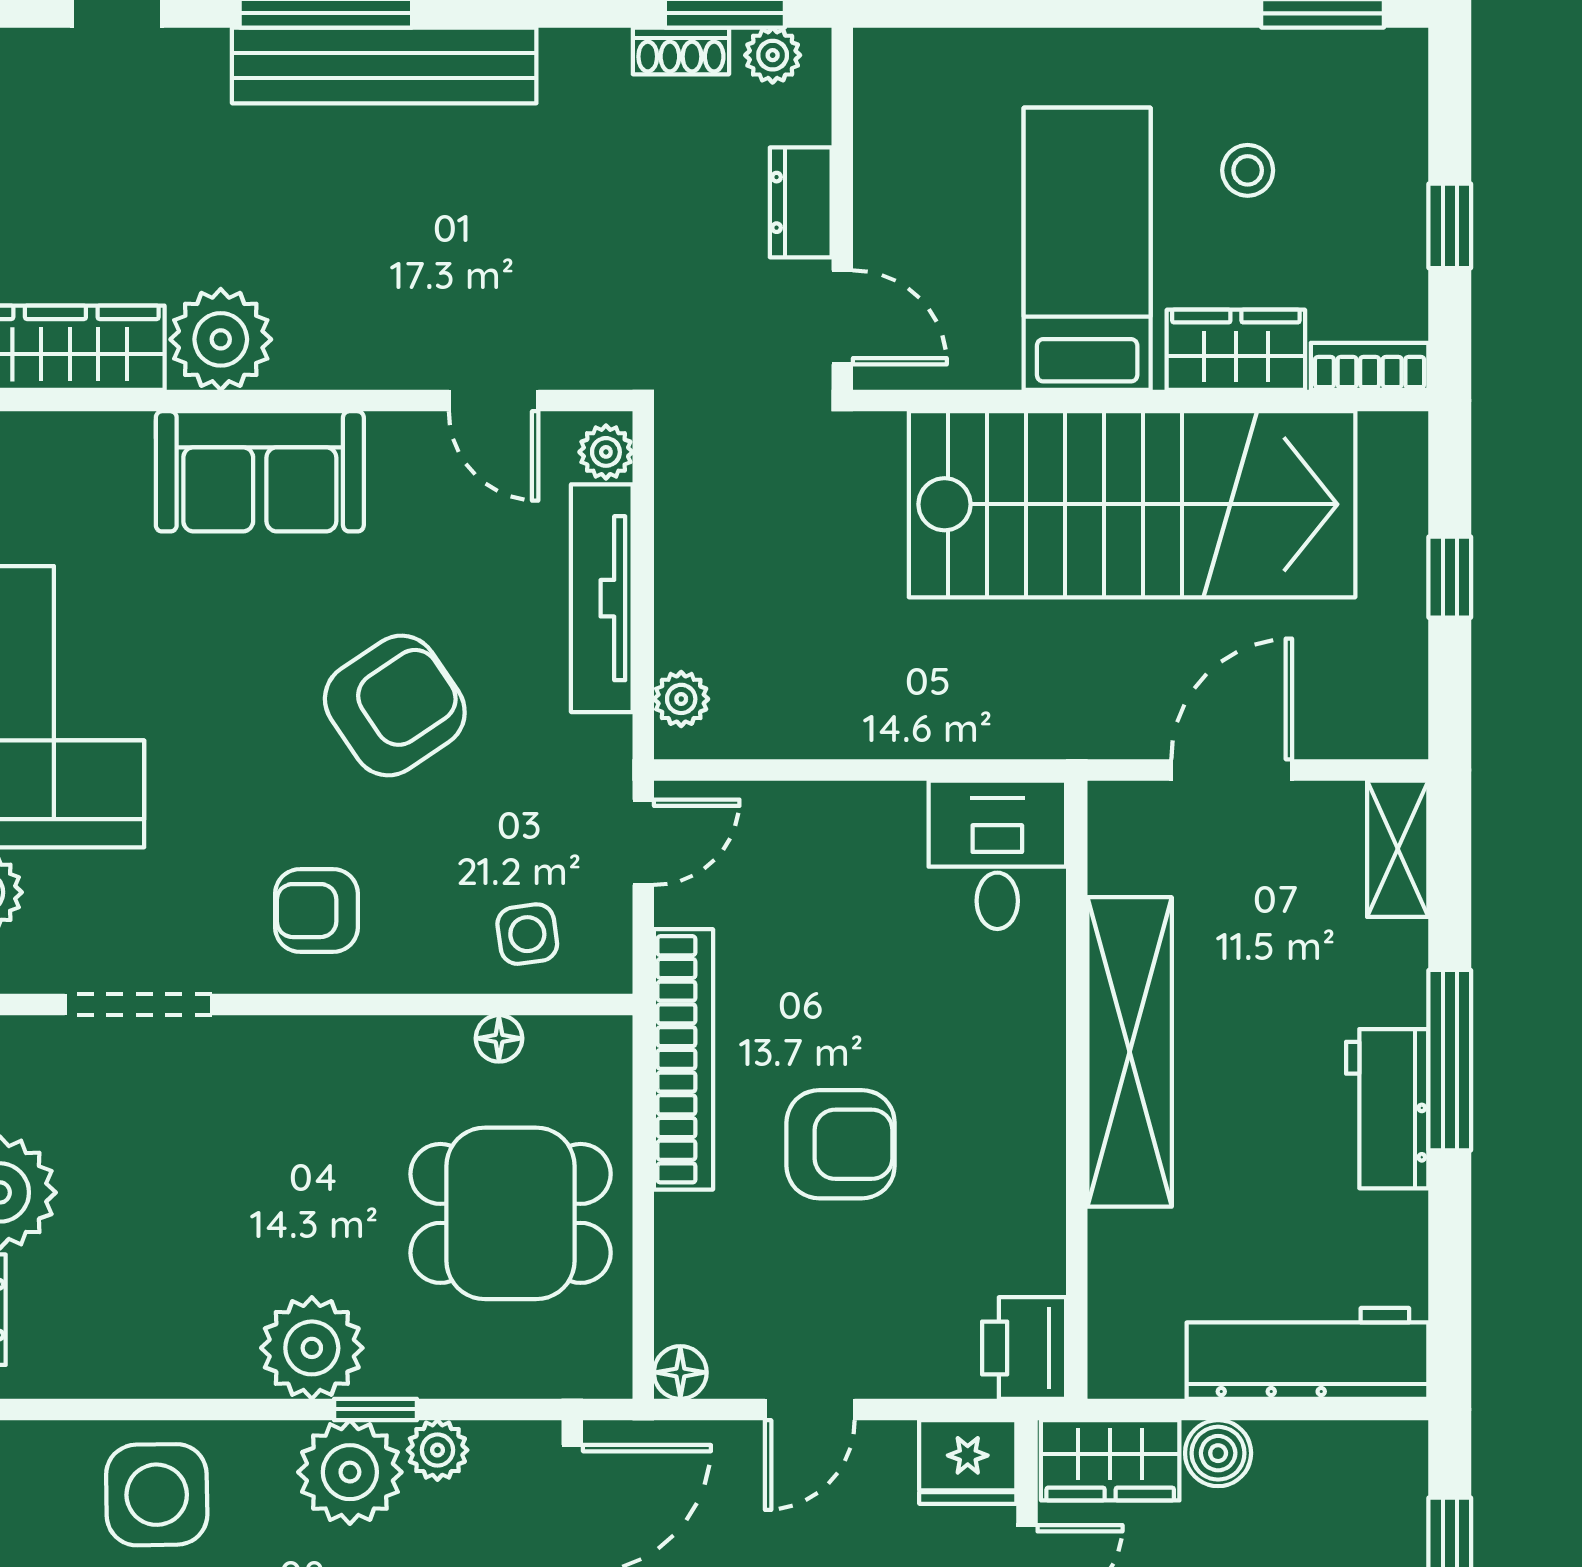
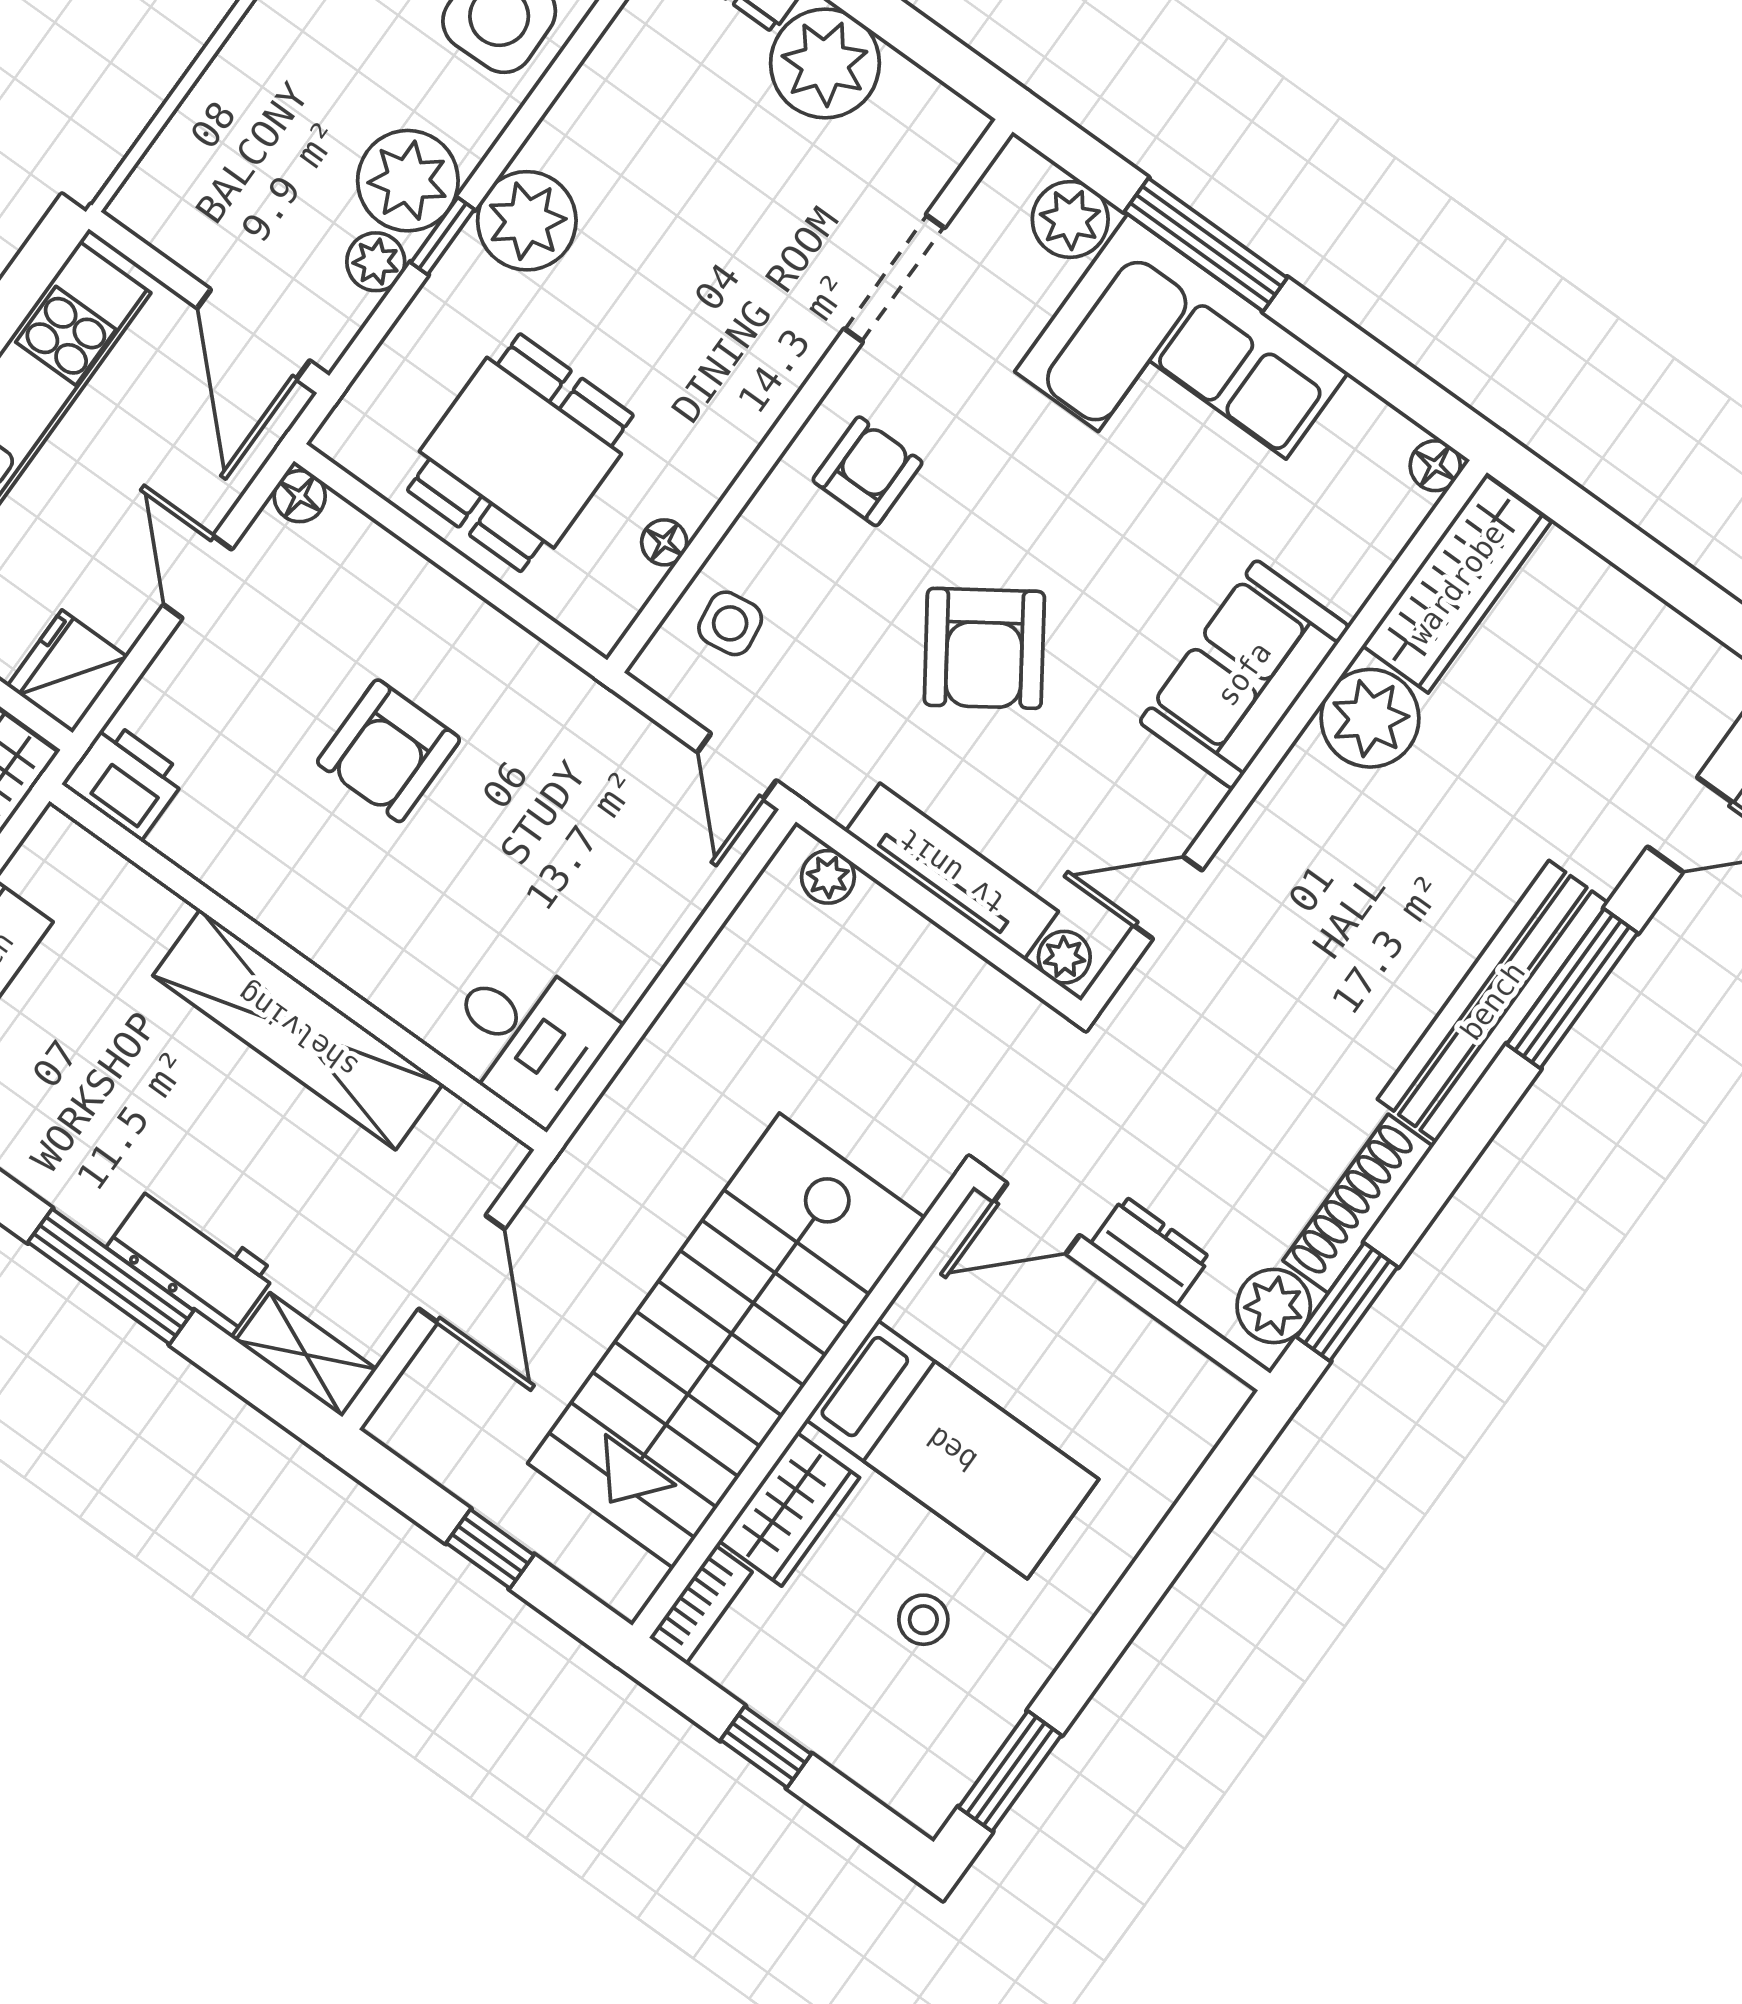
shoe rack: (681, 51) -> (1358, 1204), width x1.94, depth x1.24
plant: (773, 55) -> (1274, 1306), width x1.38, depth x1.38
bookcase: (684, 1059) -> (544, 675), removed
workbench: (1387, 1109) -> (192, 1260), moved

